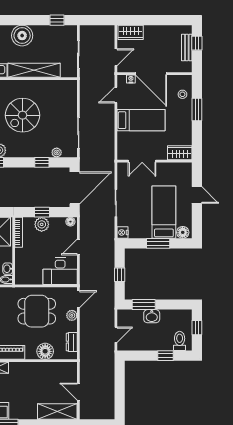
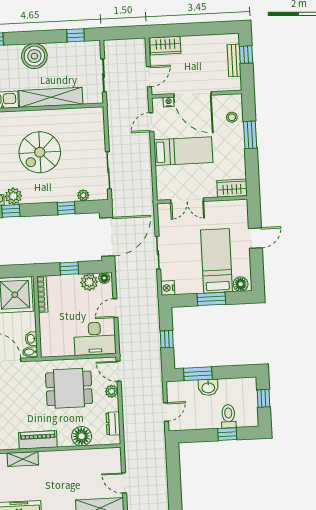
door: (197, 195) -> (255, 238), hinge flipped
plant: (42, 224) -> (89, 282), moved
door: (78, 299) -> (119, 371), swing flipped
toilet: (180, 341) -> (228, 416), moved

